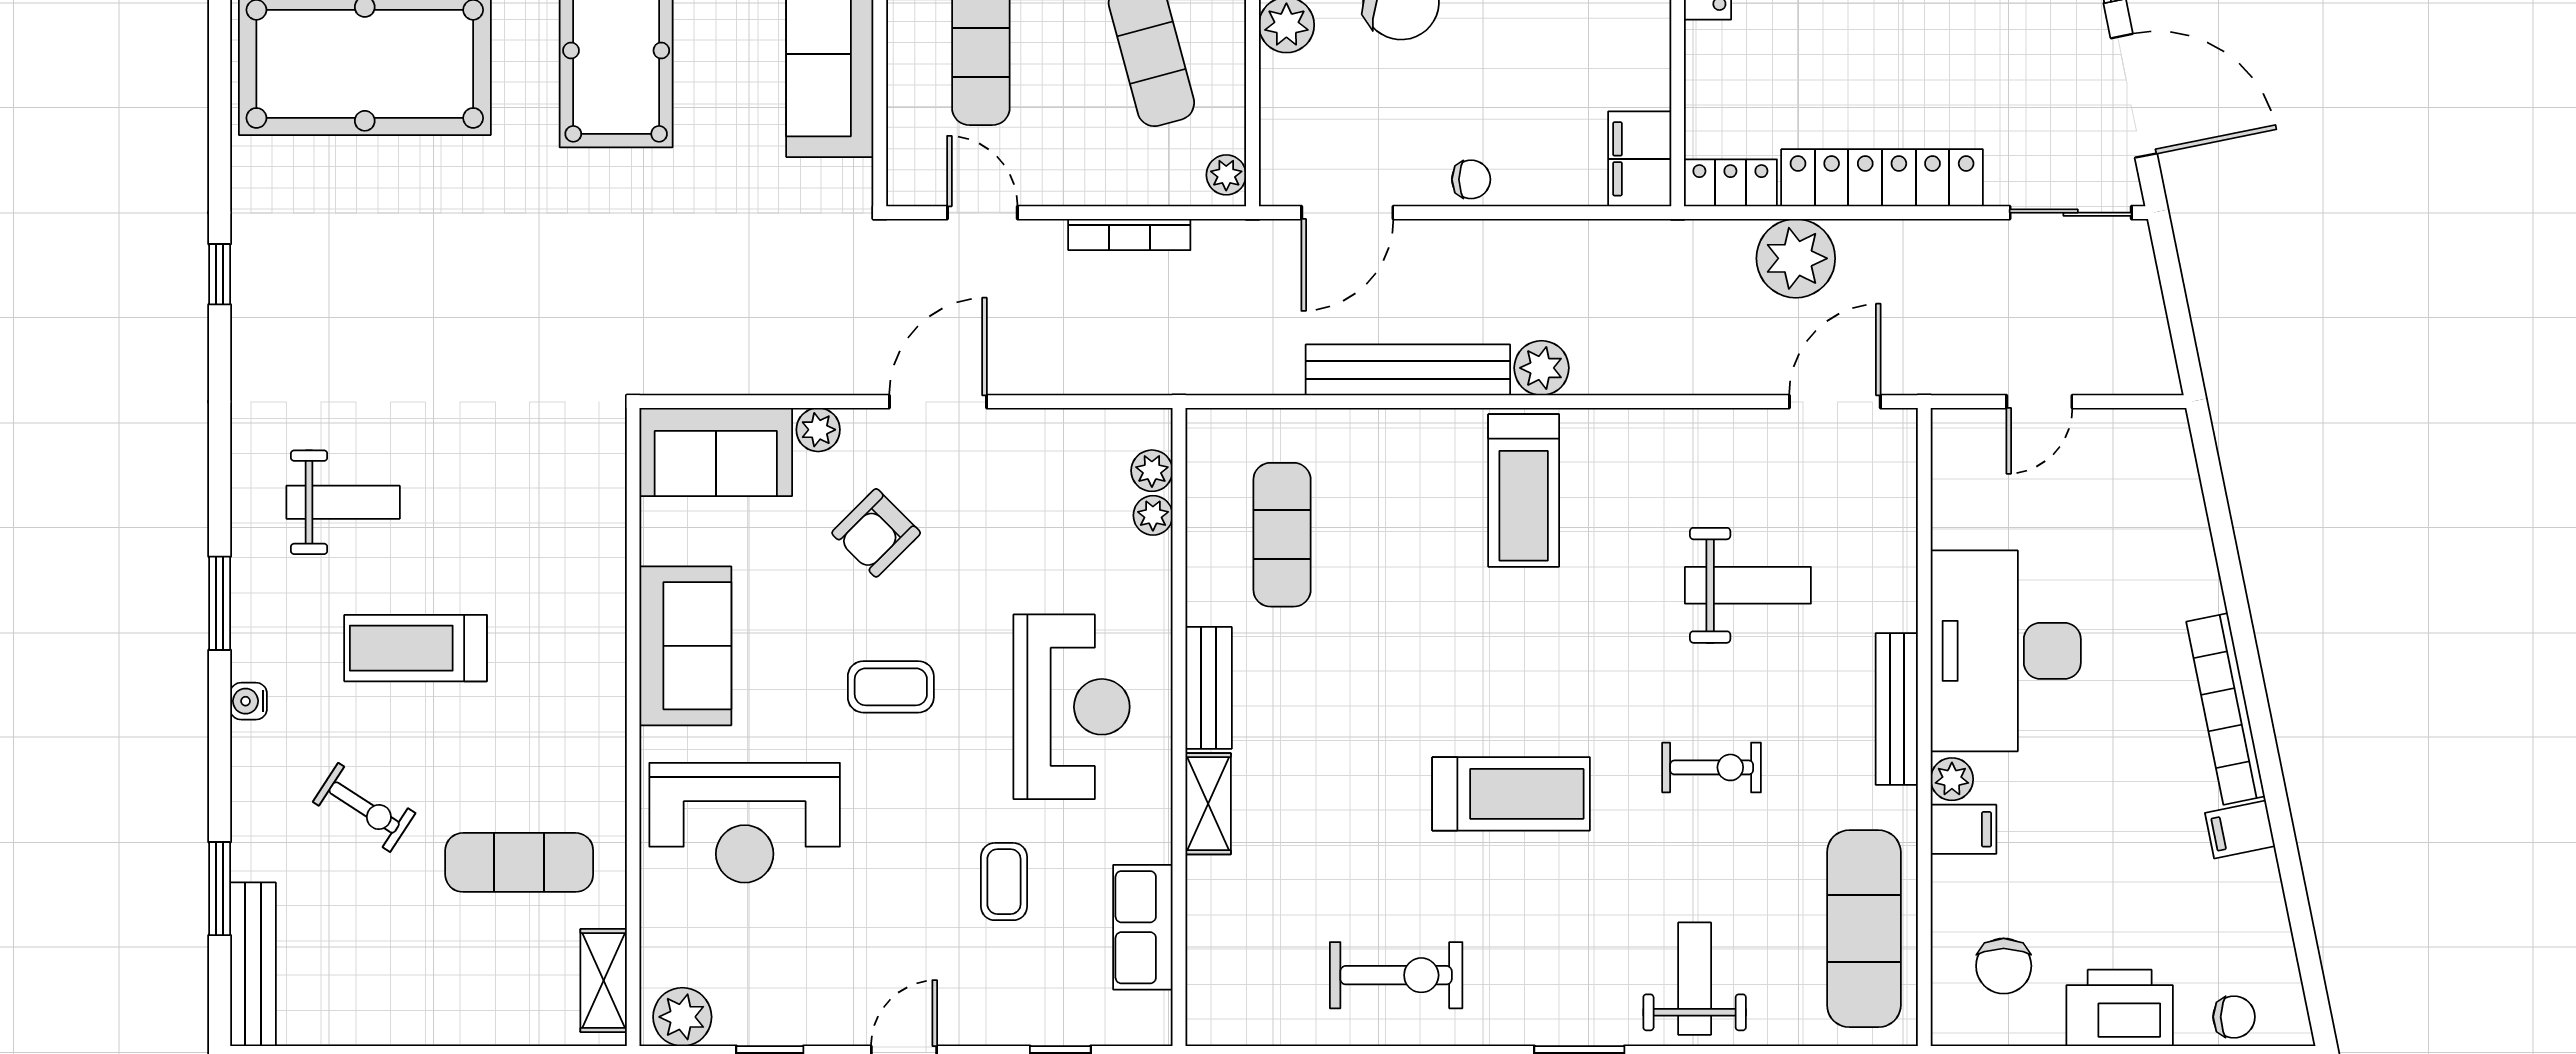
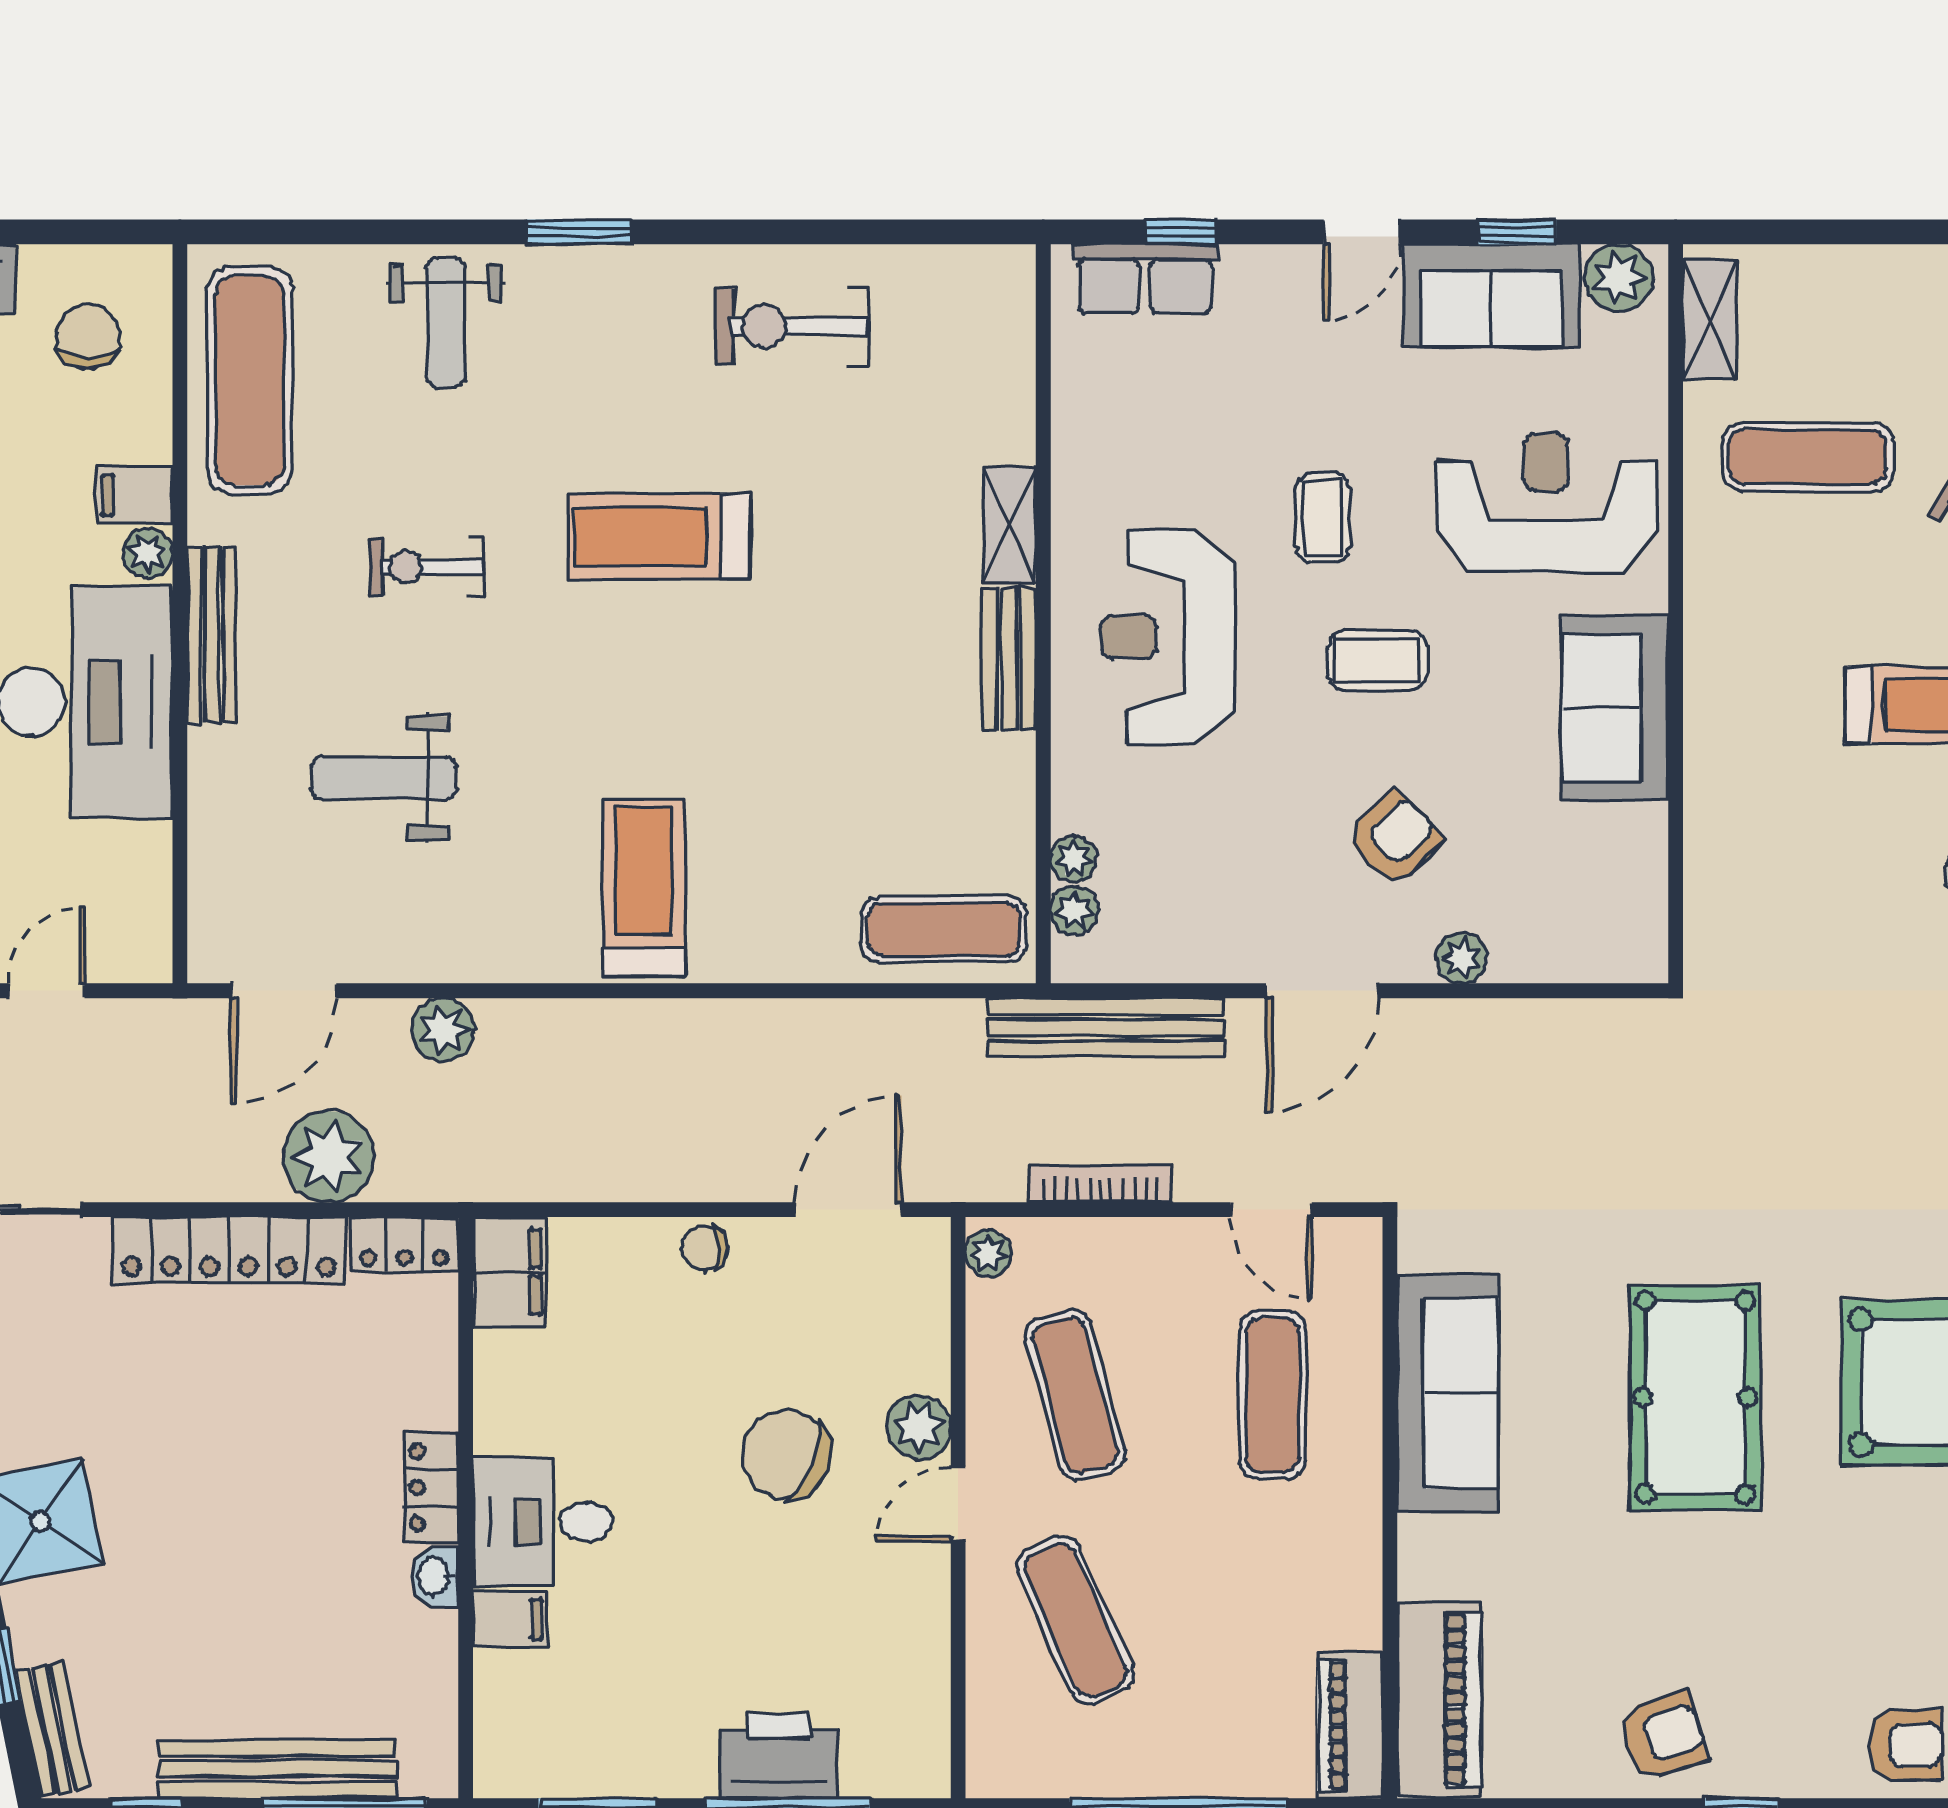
plant: (1542, 368) -> (443, 1030), moved
bench: (1408, 370) -> (1106, 1027), moved
sofa: (716, 452) -> (1491, 295), moved, turned 180
exercise mat: (1282, 535) -> (944, 929), moved, turned 90
coffee table: (1004, 882) -> (1323, 518), moved
row of seats: (1143, 927) -> (1145, 279), moved, turned 90

